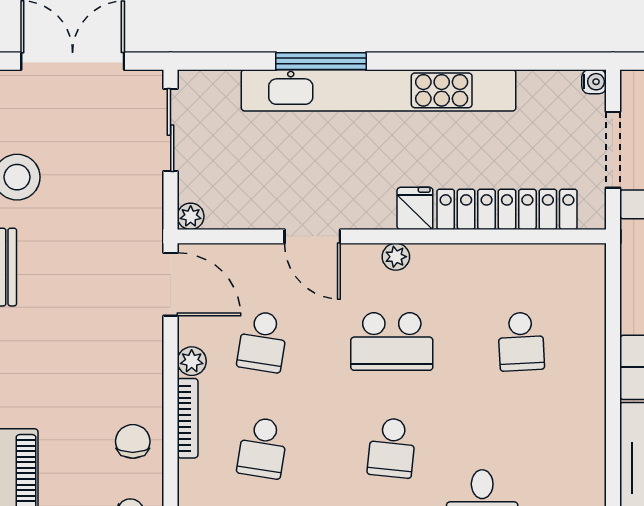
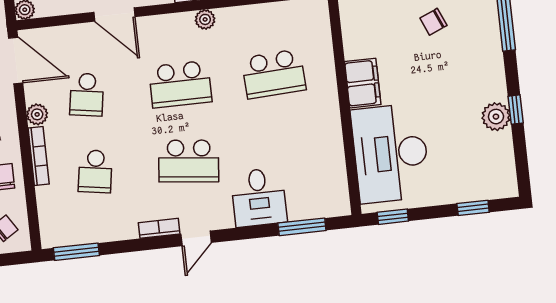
plant: (396, 257) -> (205, 19), moved
school desk: (521, 342) -> (274, 74), width x1.85
school desk: (392, 448) -> (189, 161), width x1.85

